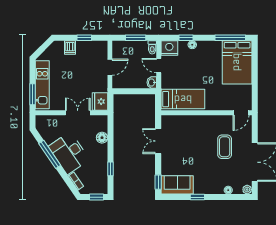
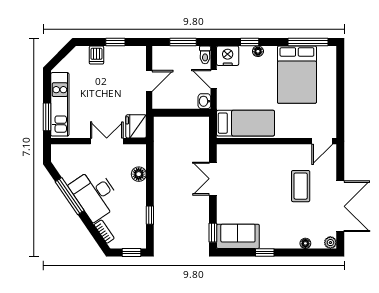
bed: (237, 62) -> (297, 75), moved

